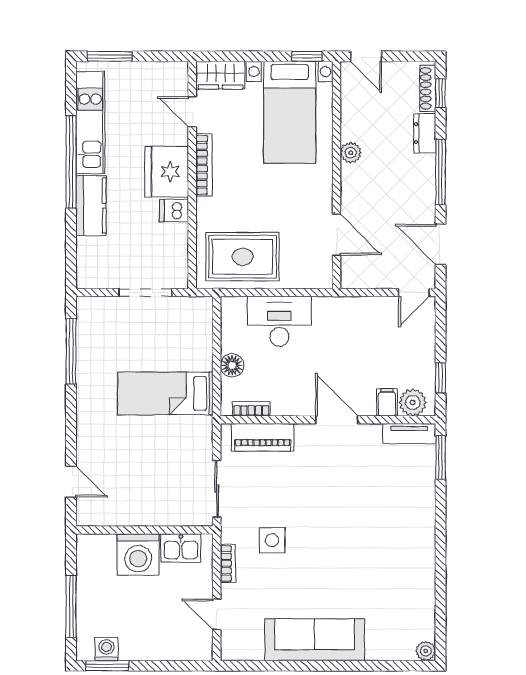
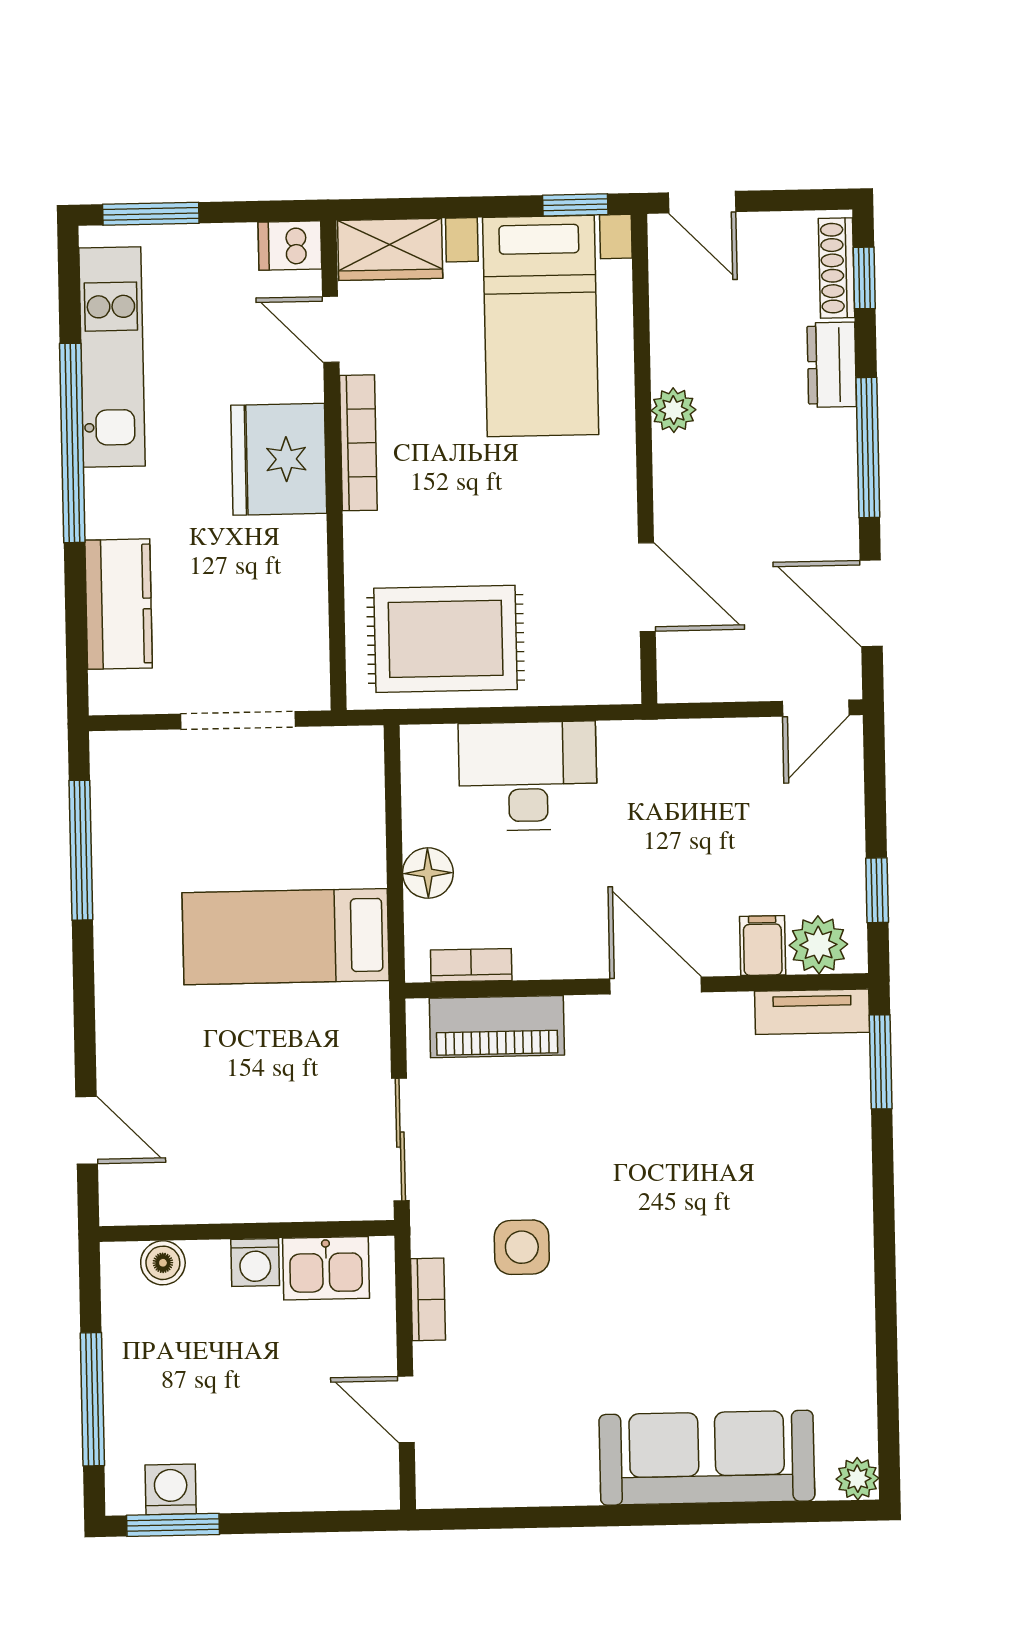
kitchen counter: (91, 206) -> (119, 604), moved
dishwasher: (174, 211) -> (290, 246), moved
boiler: (105, 544) -> (163, 1263), added
washing machine: (138, 554) -> (255, 1262), width x0.53, depth x0.53
sofa: (315, 640) -> (707, 1458), moved

